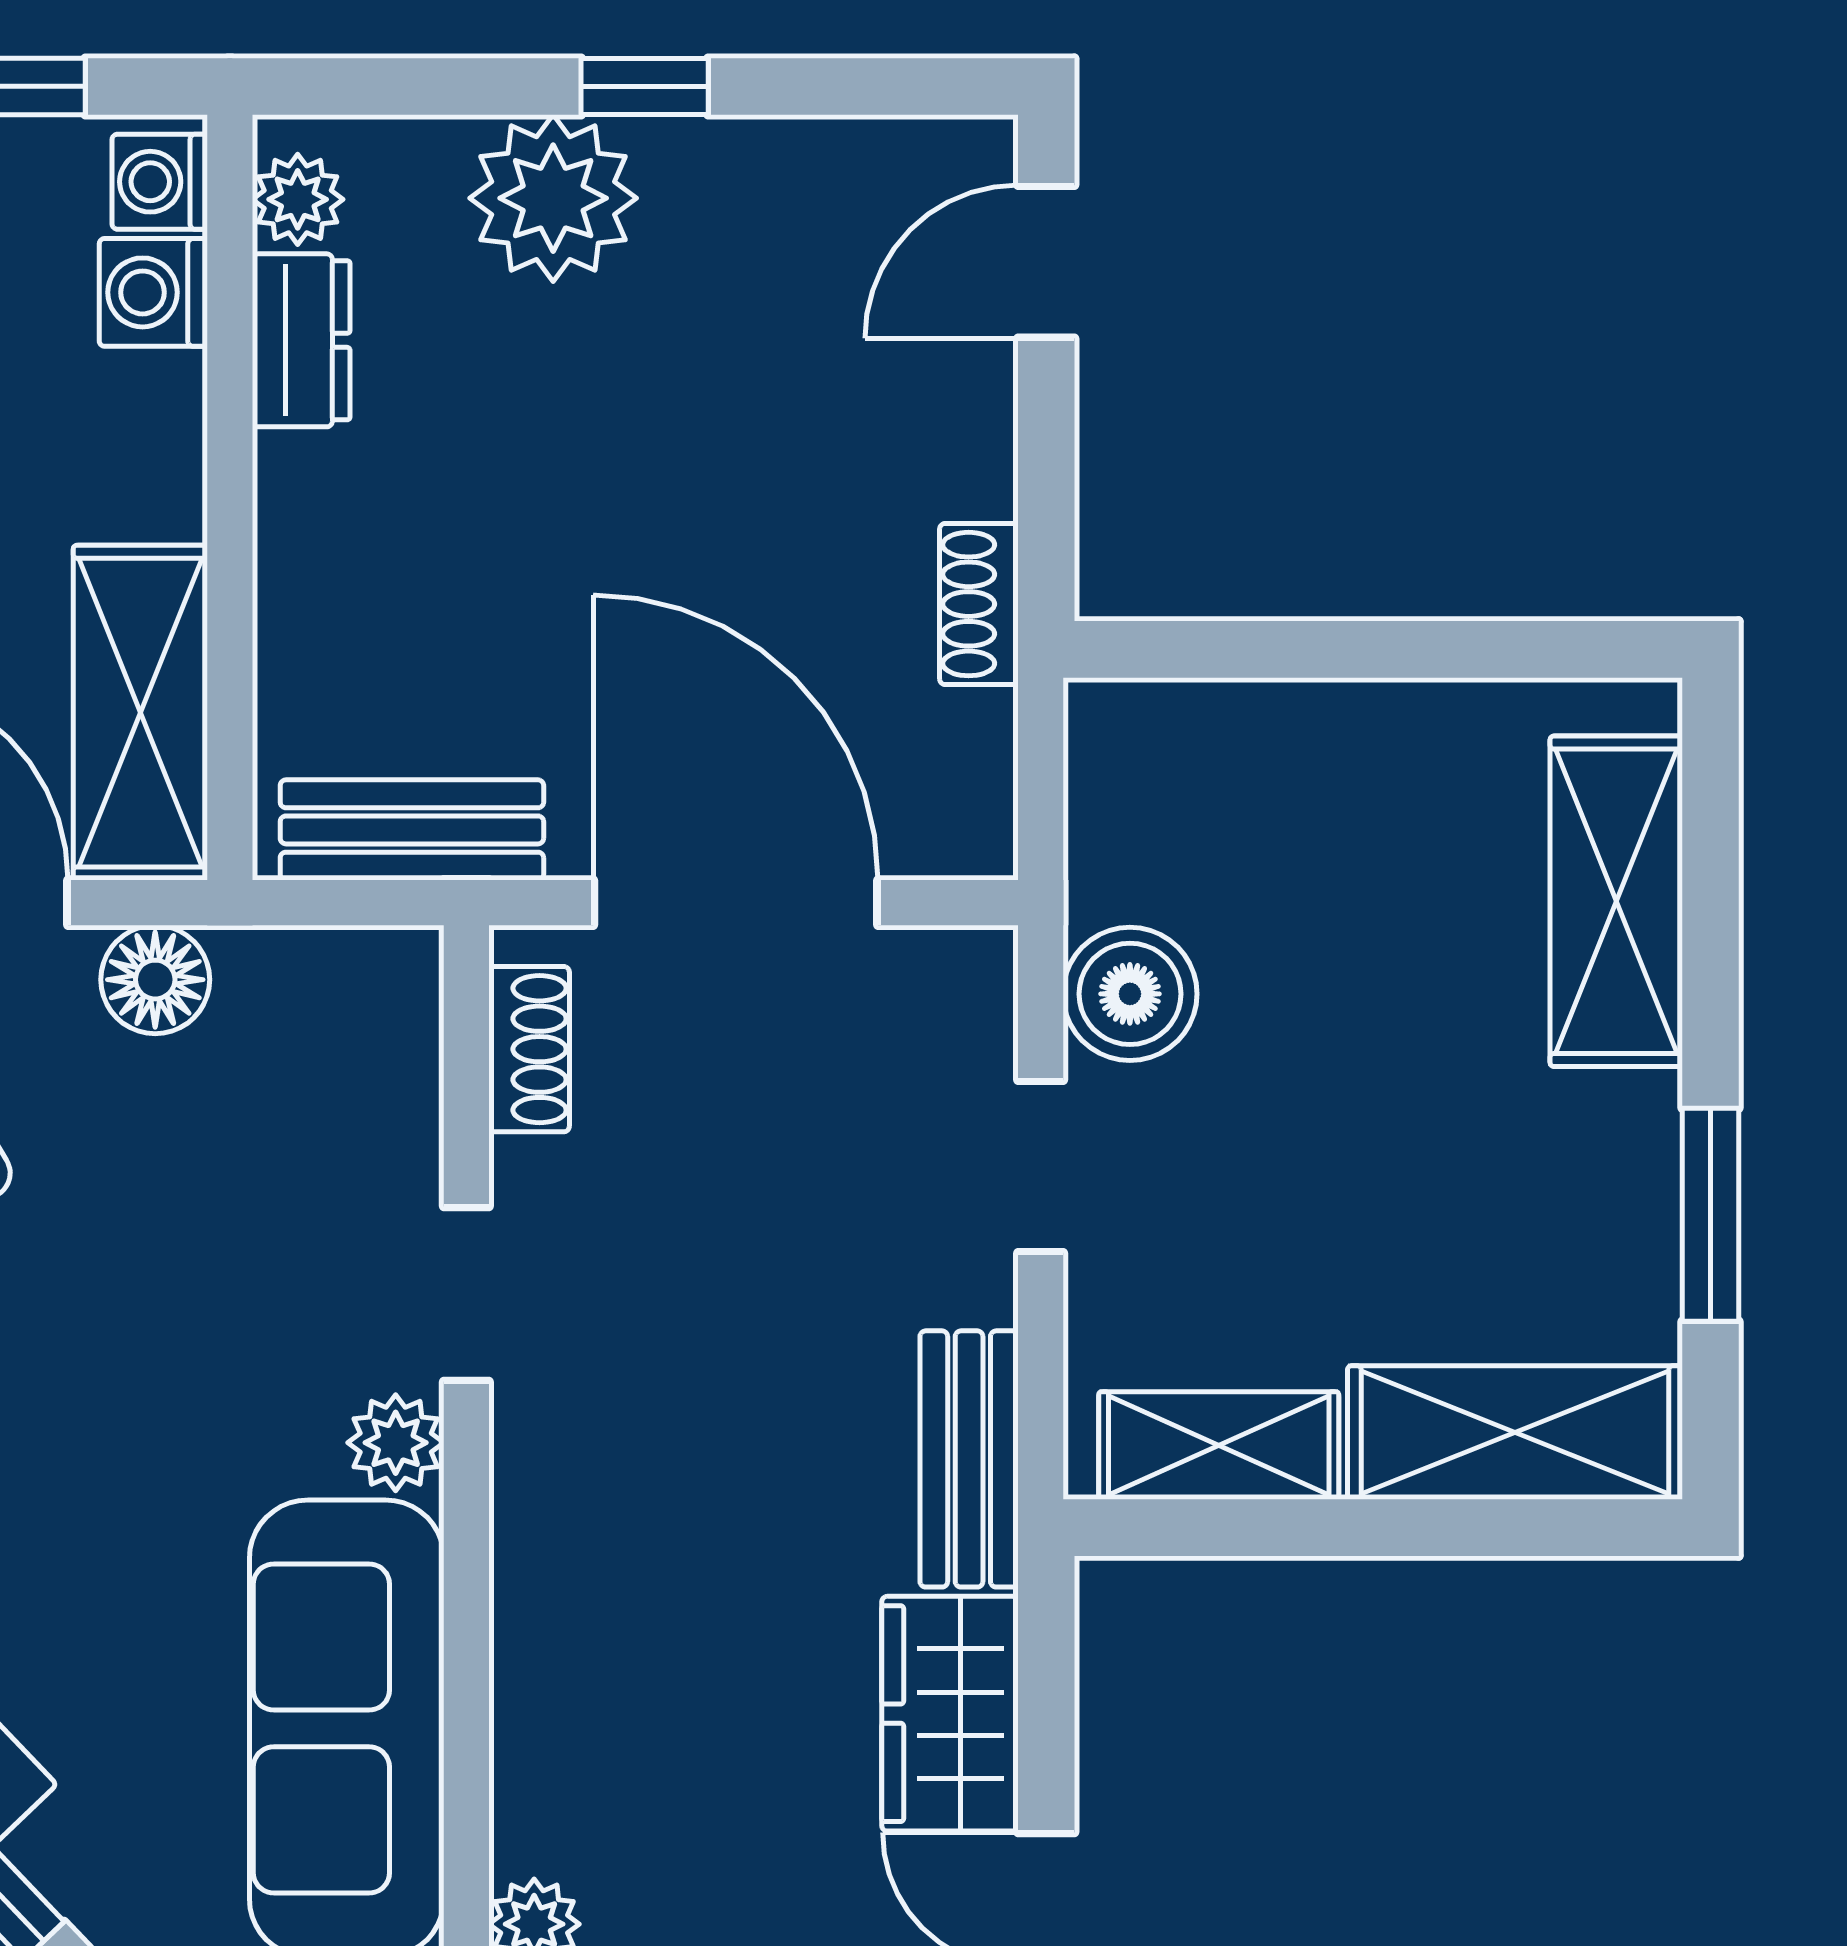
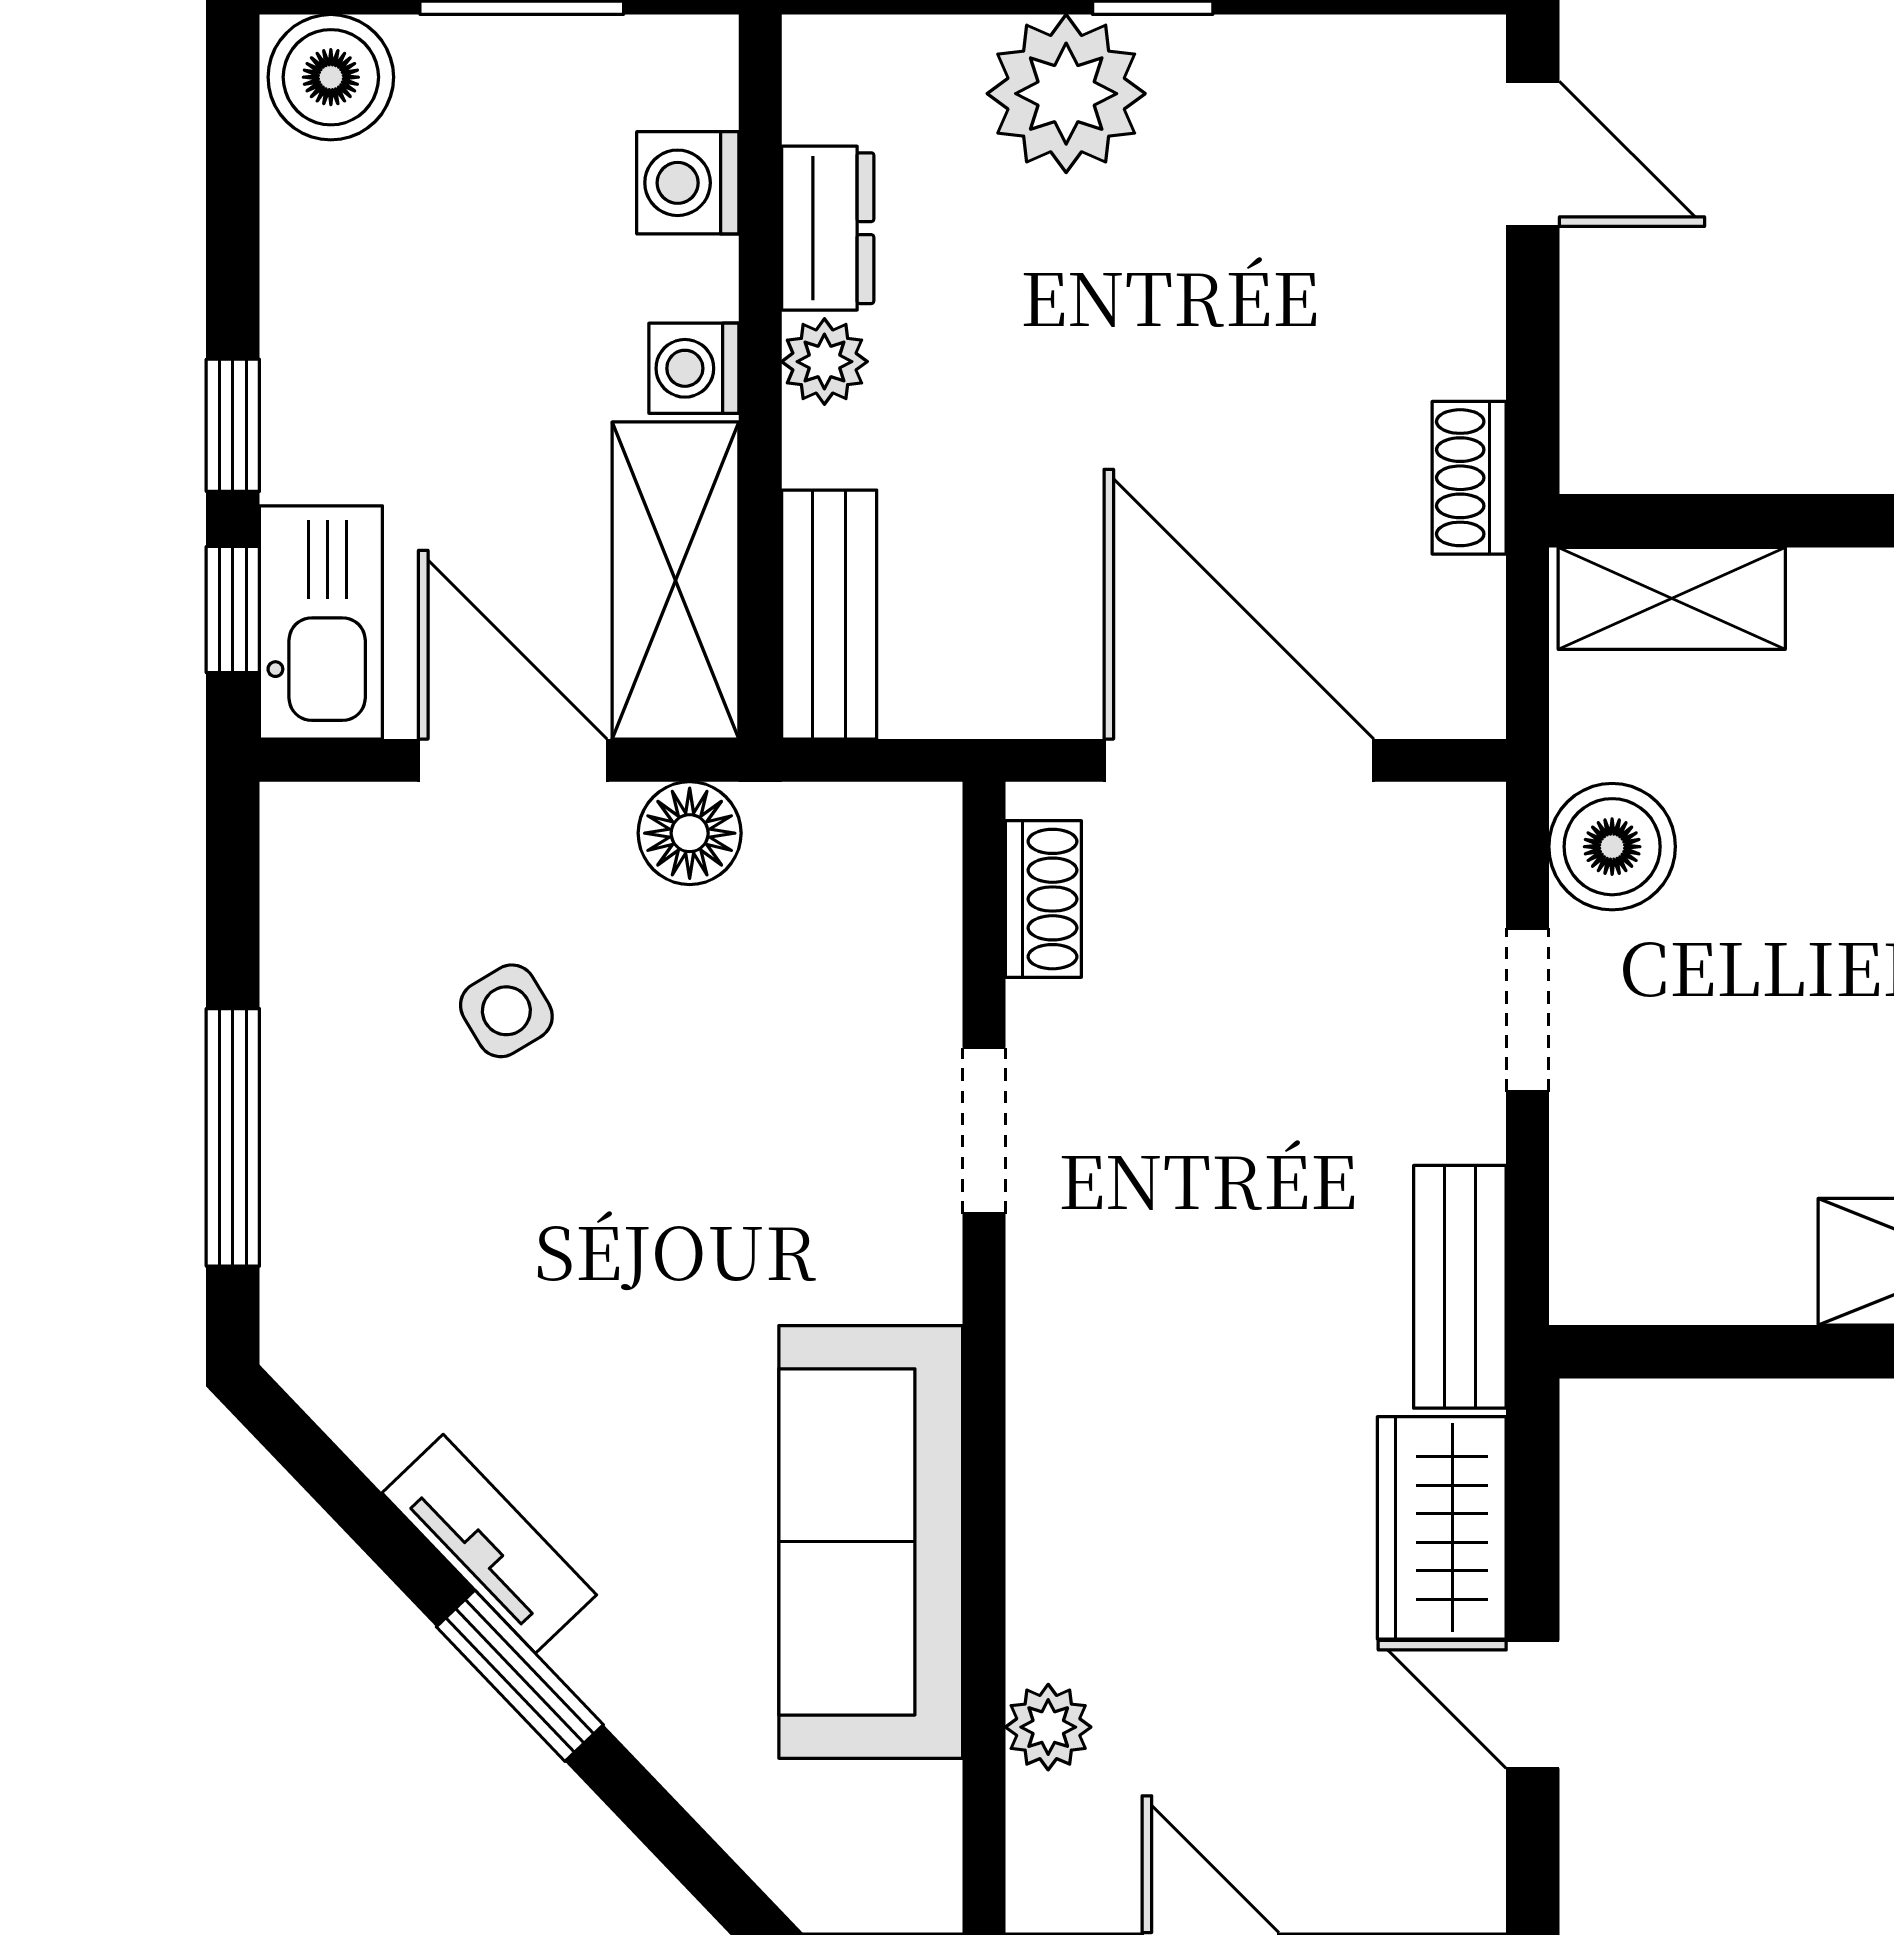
washing machine: (160, 182) -> (694, 368), moved
plant: (298, 199) -> (824, 362), moved
door: (1046, 262) -> (1533, 154), swing flipped
bench: (412, 830) -> (829, 615), moved, turned 90
plant: (396, 1443) -> (917, 1271), removed
shelving: (1219, 1445) -> (1672, 598), moved

